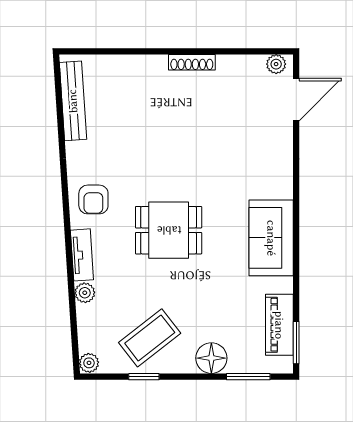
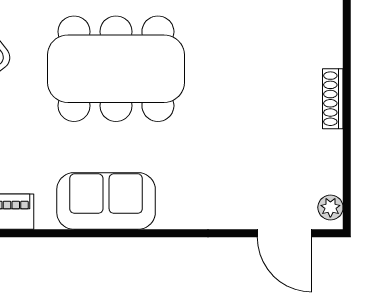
dining table: (169, 230) -> (116, 69), width x1.88, depth x1.24

